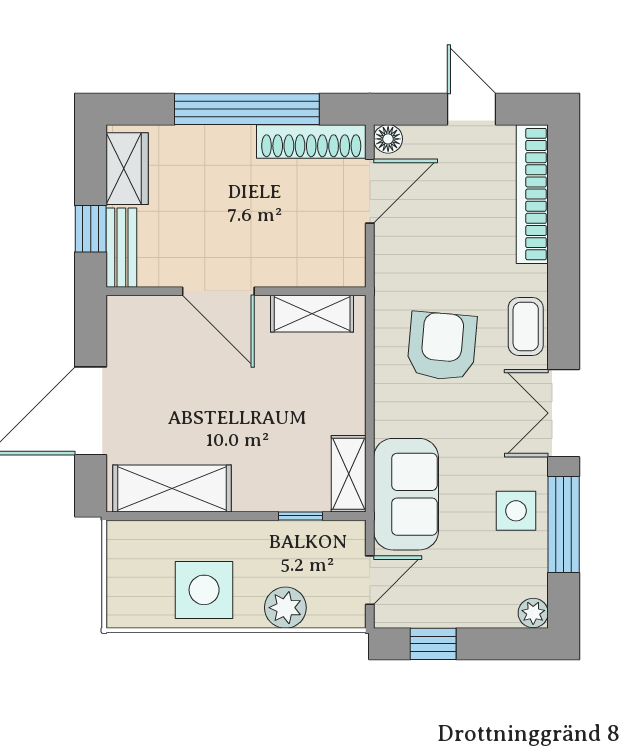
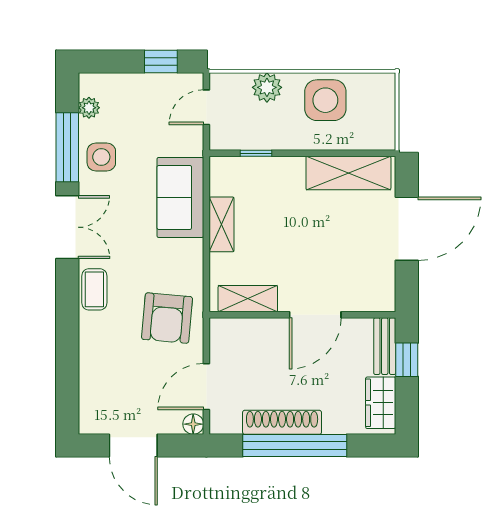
door: (472, 109) -> (133, 446), width x1.38
shoe rack: (311, 141) -> (282, 422), moved
bookcase: (532, 194) -> (90, 385), removed
door: (218, 291) -> (315, 315), swing flipped
armchair: (442, 346) -> (167, 318), moved
shelving: (349, 474) -> (222, 224), moved
sofa: (406, 494) -> (180, 197), moved
plant: (533, 613) -> (89, 108), moved

